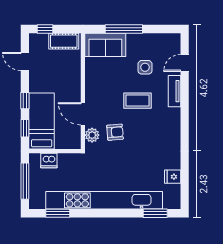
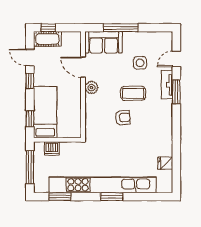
cot: (64, 41) -> (47, 39), moved
window: (185, 99) -> (176, 92), added
window: (25, 101) -> (30, 81), moved
door: (83, 114) -> (83, 67), moved
armchair: (115, 132) -> (123, 118), moved
plant: (92, 135) -> (91, 88), moved
window: (155, 213) -> (112, 197), moved

